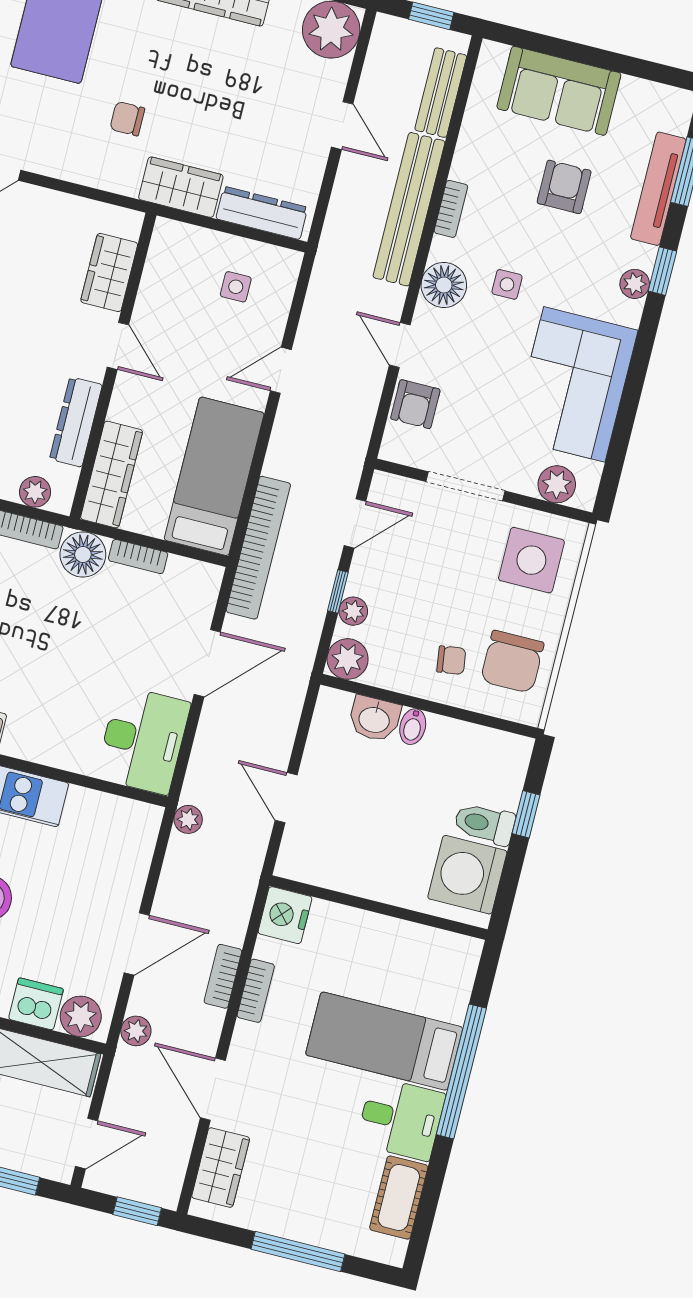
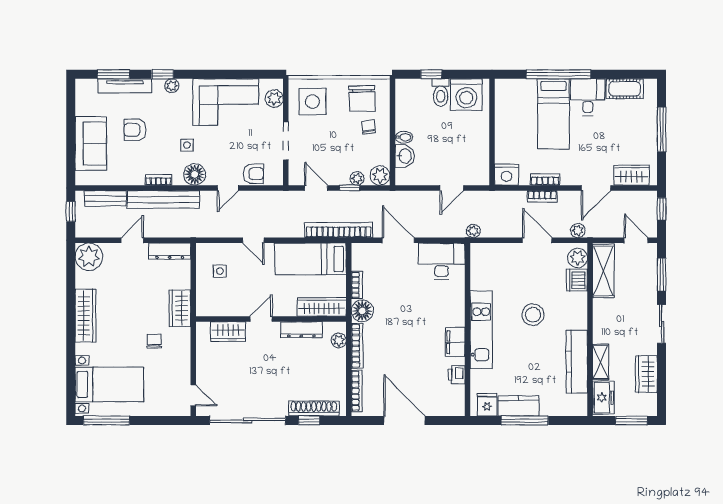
chair: (127, 119) -> (154, 341), turned 180
dresser: (262, 213) -> (170, 251), moved, turned -90
chair: (512, 662) -> (362, 99), turned 88

